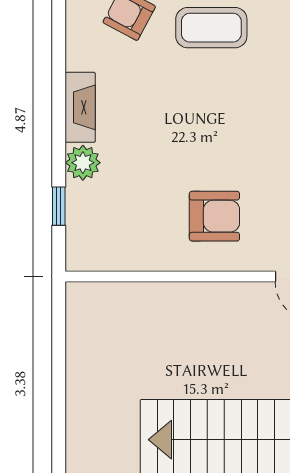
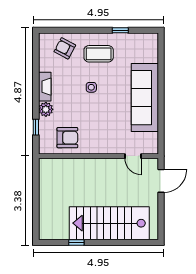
side table: (193, 109) -> (91, 87), added
armchair: (214, 216) -> (67, 138), moved

